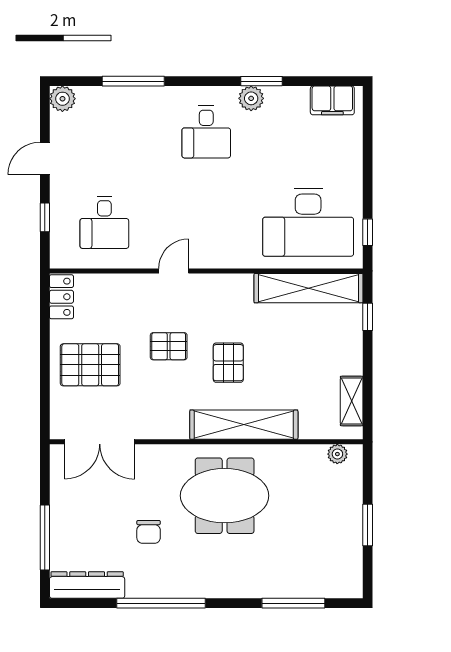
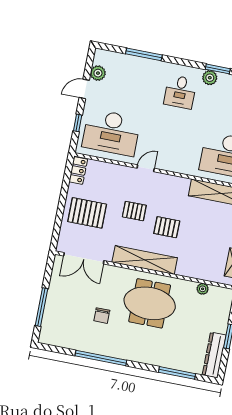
plant: (62, 99) -> (98, 73), moved
desk: (104, 222) -> (111, 133), width x1.87, depth x1.30
pallet: (228, 363) -> (167, 227), turned 90
shelving: (244, 425) -> (145, 260), moved
plant: (337, 454) -> (203, 289), moved
dresser: (87, 585) -> (214, 355), moved, turned -90

